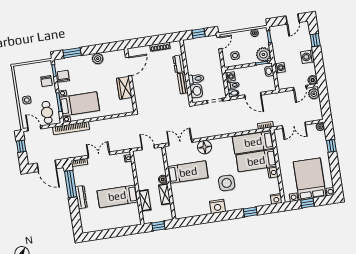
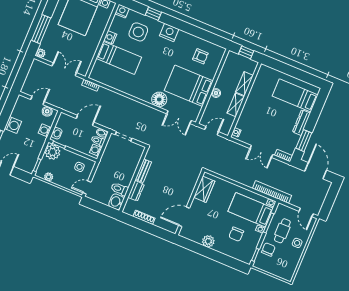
window: (199, 33) -> (101, 208), removed
window: (72, 53) -> (229, 261), removed
chair: (63, 76) -> (236, 234), moved
toilet: (196, 79) -> (120, 189), moved
boiler: (313, 80) -> (47, 111), moved
wardrobe: (124, 88) -> (204, 189), moved
washbasin: (196, 91) -> (116, 202), moved
plant: (314, 94) -> (28, 87), removed
door: (253, 95) -> (85, 120), hinge flipped
cafe table: (47, 112) -> (282, 231), moved
bed: (253, 142) -> (112, 76), removed
window: (21, 146) -> (328, 203), removed
window: (331, 146) -> (41, 29), width x2.17
door: (148, 148) -> (212, 131), swing flipped
bed: (188, 172) -> (189, 86), width x1.50
side table: (227, 183) -> (138, 32), moved
window: (71, 184) -> (304, 141), width x0.69
shelving: (165, 194) -> (236, 105), moved
bed: (117, 196) -> (295, 95), moved, turned 180
armchair: (193, 201) -> (200, 56), added
nightstand: (217, 206) -> (169, 32), moved

